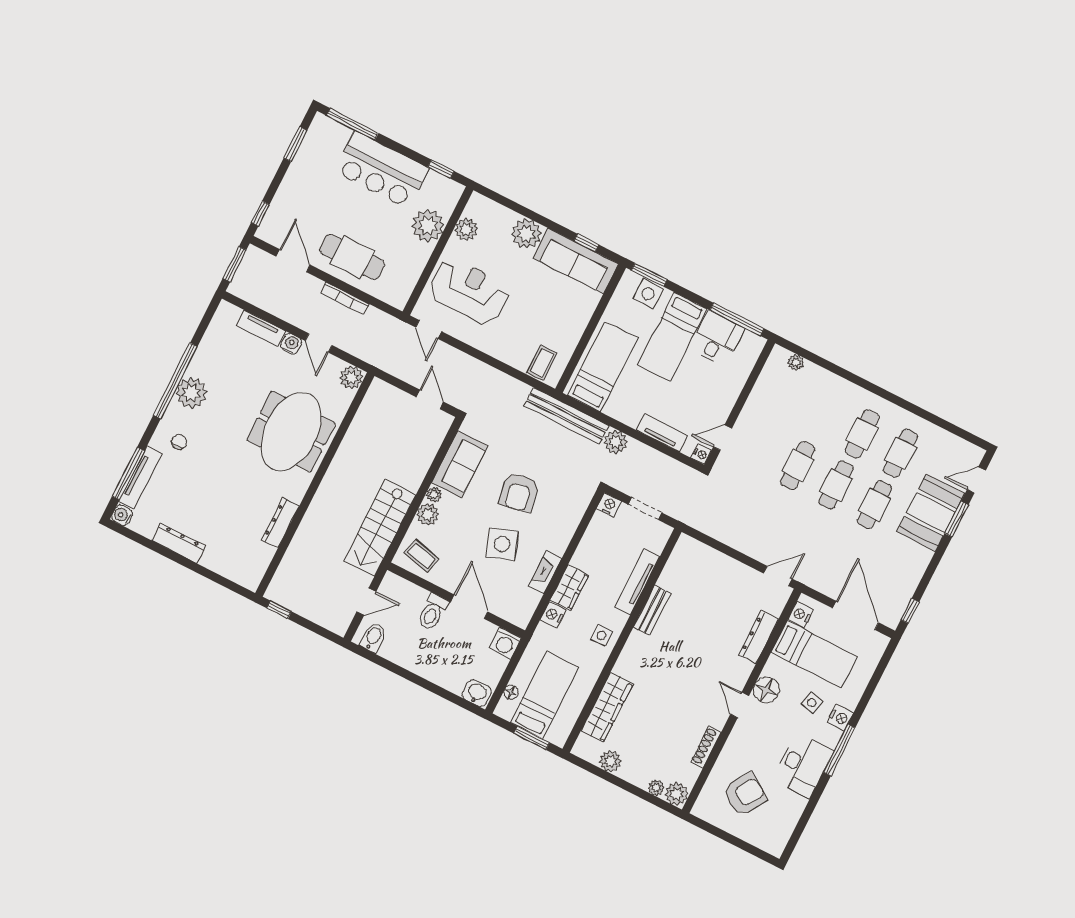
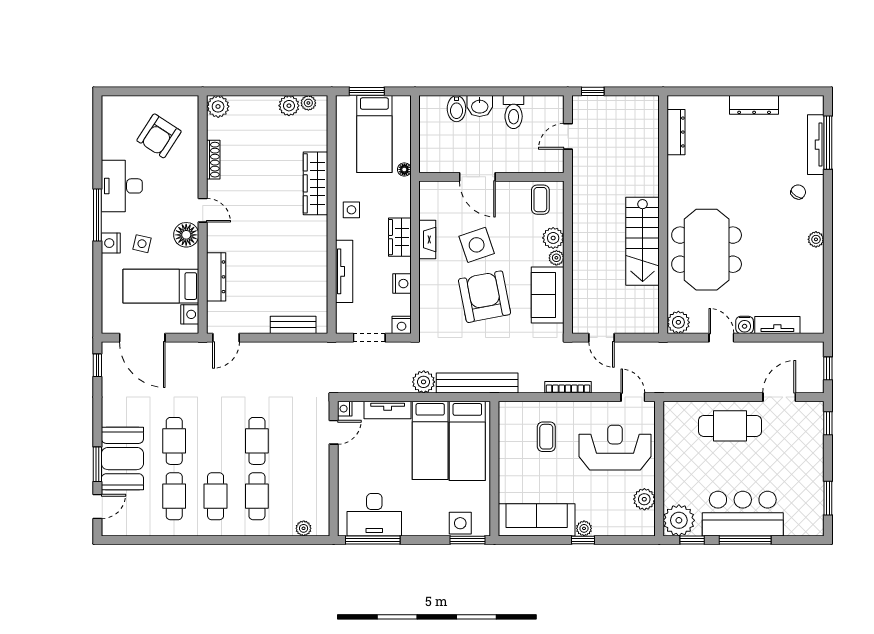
window: (352, 124) -> (745, 540), moved
plant: (428, 226) -> (679, 520), moved
plant: (526, 234) -> (584, 528), width x0.53, depth x0.53
window: (586, 243) -> (583, 540), moved
door: (293, 261) -> (779, 397), swing flipped
window: (234, 264) -> (828, 368), width x0.67
reception desk: (469, 291) -> (615, 448), turned 180
bookcase: (345, 298) -> (568, 387), moved
bed: (672, 337) -> (430, 440), moved, turned 180
desk: (717, 339) -> (374, 515), width x1.37
coffee table: (542, 363) -> (546, 437), moved
window: (175, 381) -> (828, 243), removed
plant: (191, 393) -> (816, 239), width x0.53, depth x0.53
chair: (179, 442) -> (798, 192), turned -146
cafe table: (836, 485) -> (257, 496), moved
armchair: (519, 492) -> (485, 297), width x1.36, depth x1.36
water cooler: (122, 515) -> (815, 104), removed
dresser: (280, 523) -> (676, 132), moved
stairs: (380, 528) -> (643, 241), moved, turned 180
coffee table: (422, 556) -> (540, 200), turned 76
window: (279, 610) -> (593, 91), moved
bench: (652, 610) -> (293, 325), moved, turned 90
toilet: (432, 612) -> (514, 112), moved, turned 180
nightstand: (553, 615) -> (402, 284), moved
bidet: (373, 637) -> (456, 109), moved
washing machine: (505, 643) -> (431, 161), removed
floor lamp: (511, 692) -> (404, 169), moved
washbasin: (477, 693) -> (480, 106), moved
wardrobe: (607, 707) -> (316, 183), moved
plant: (656, 788) -> (308, 103), moved

